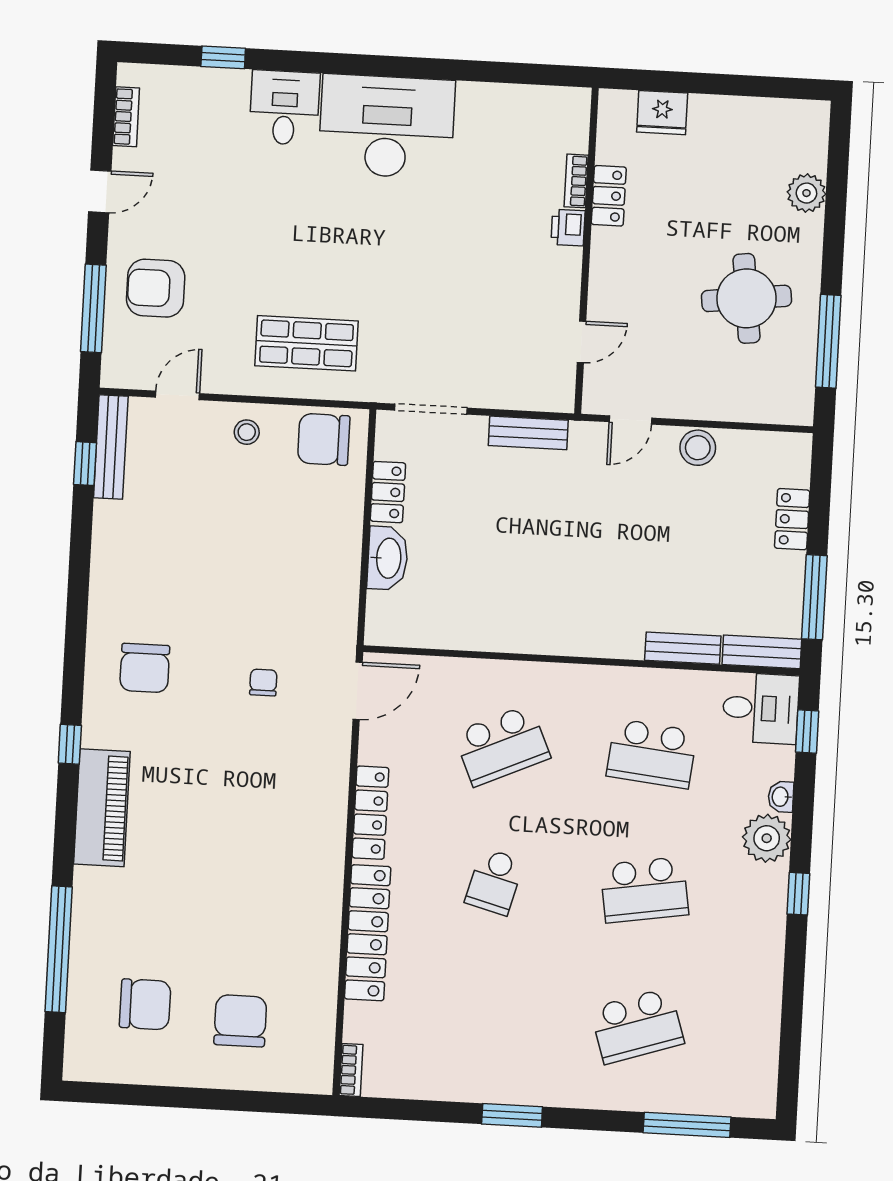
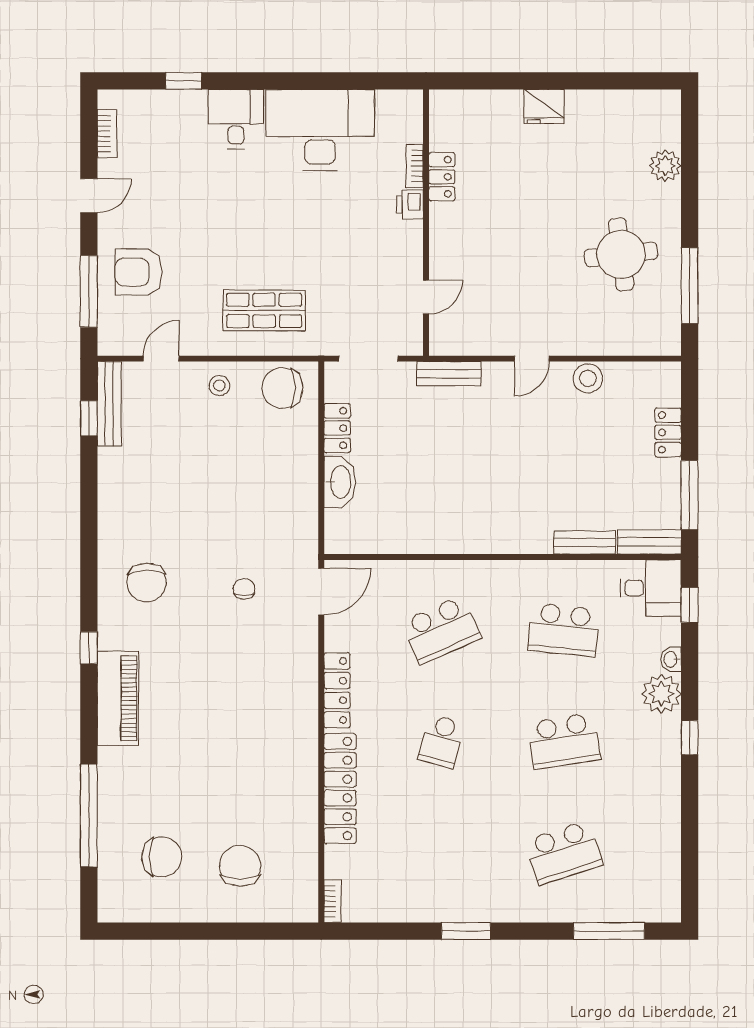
bookcase: (576, 181) -> (415, 166), moved
locker: (609, 196) -> (442, 177), moved
printer: (568, 228) -> (410, 204), moved
wall: (586, 251) -> (426, 223), moved
door: (582, 342) -> (426, 297), moved

